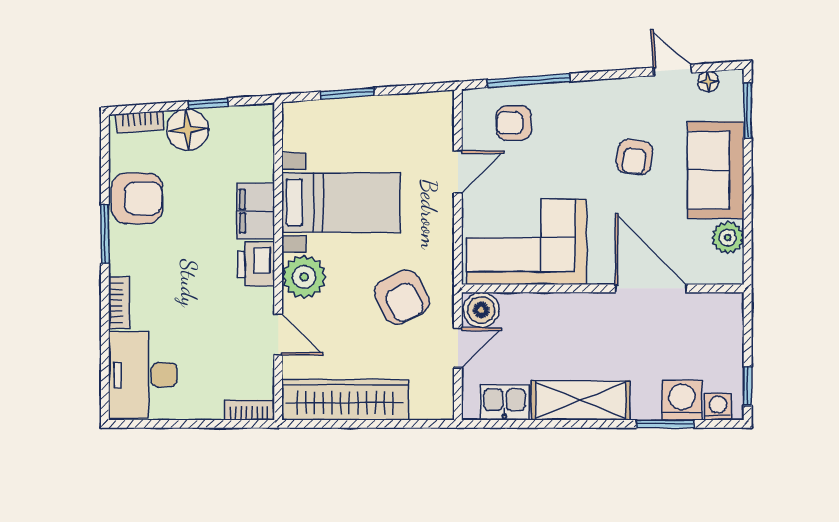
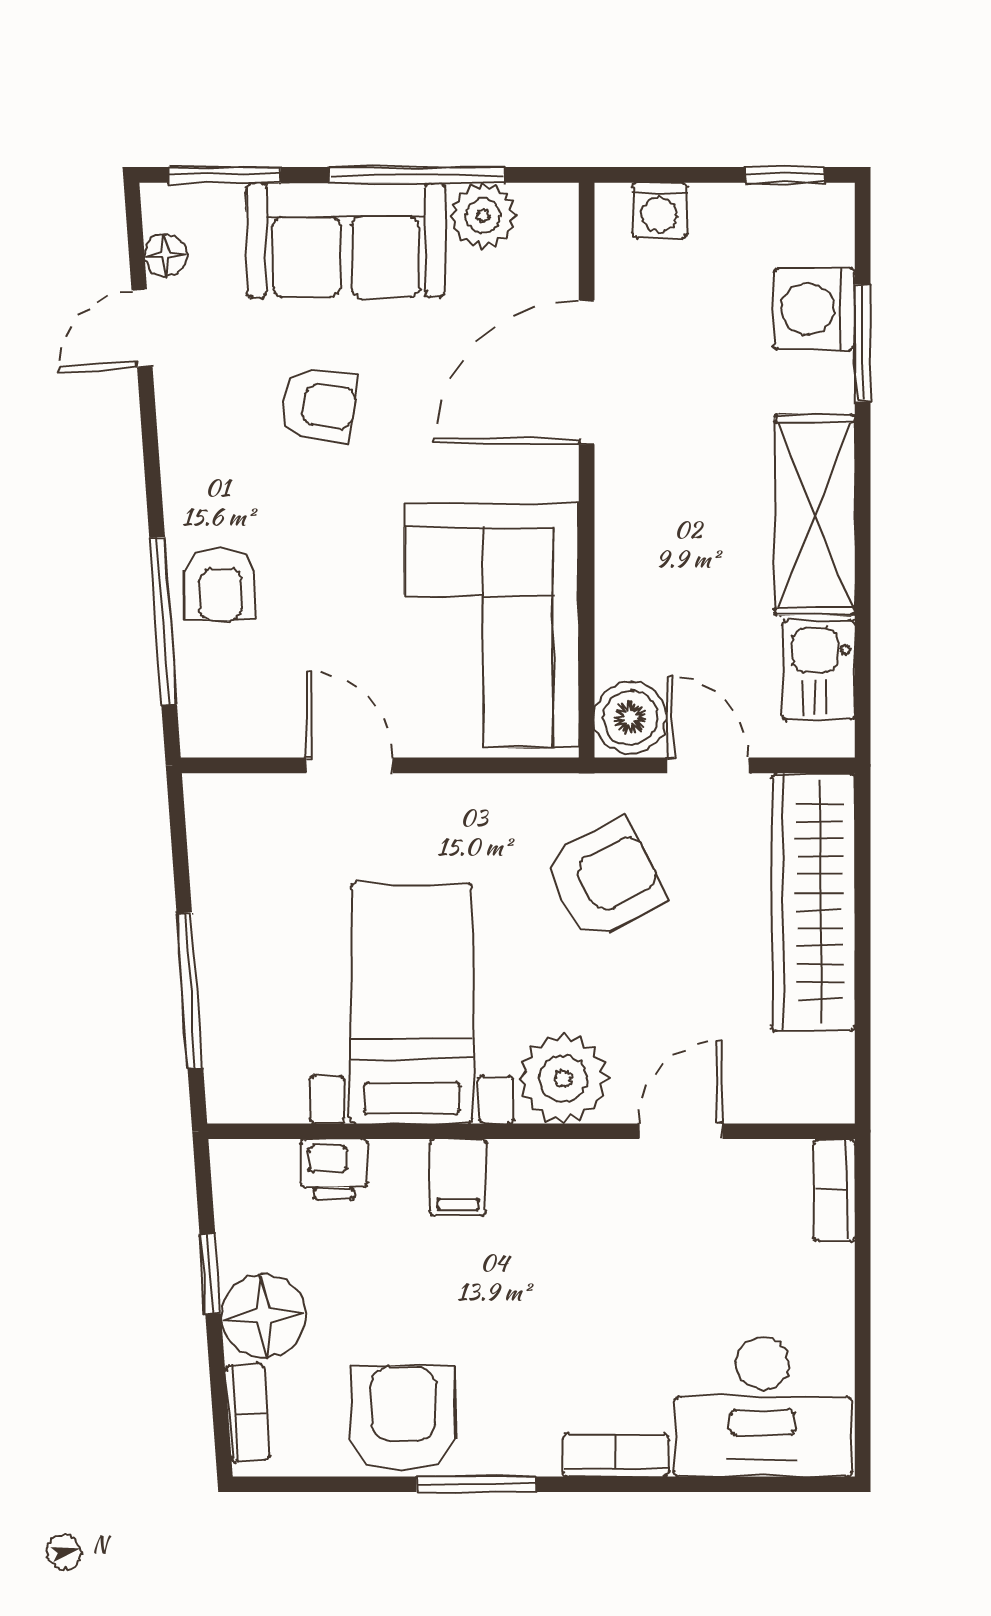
window: (347, 94) -> (190, 991), width x1.44
armchair: (514, 123) -> (220, 585), moved
window: (748, 205) -> (417, 175), added
filing cabinet: (256, 211) -> (458, 1177), width x0.50
printer: (256, 264) -> (334, 1169), moved, width x0.73, depth x0.81
wardrobe: (345, 400) -> (813, 902), moved
washing machine: (718, 407) -> (660, 210), moved, turned -90

